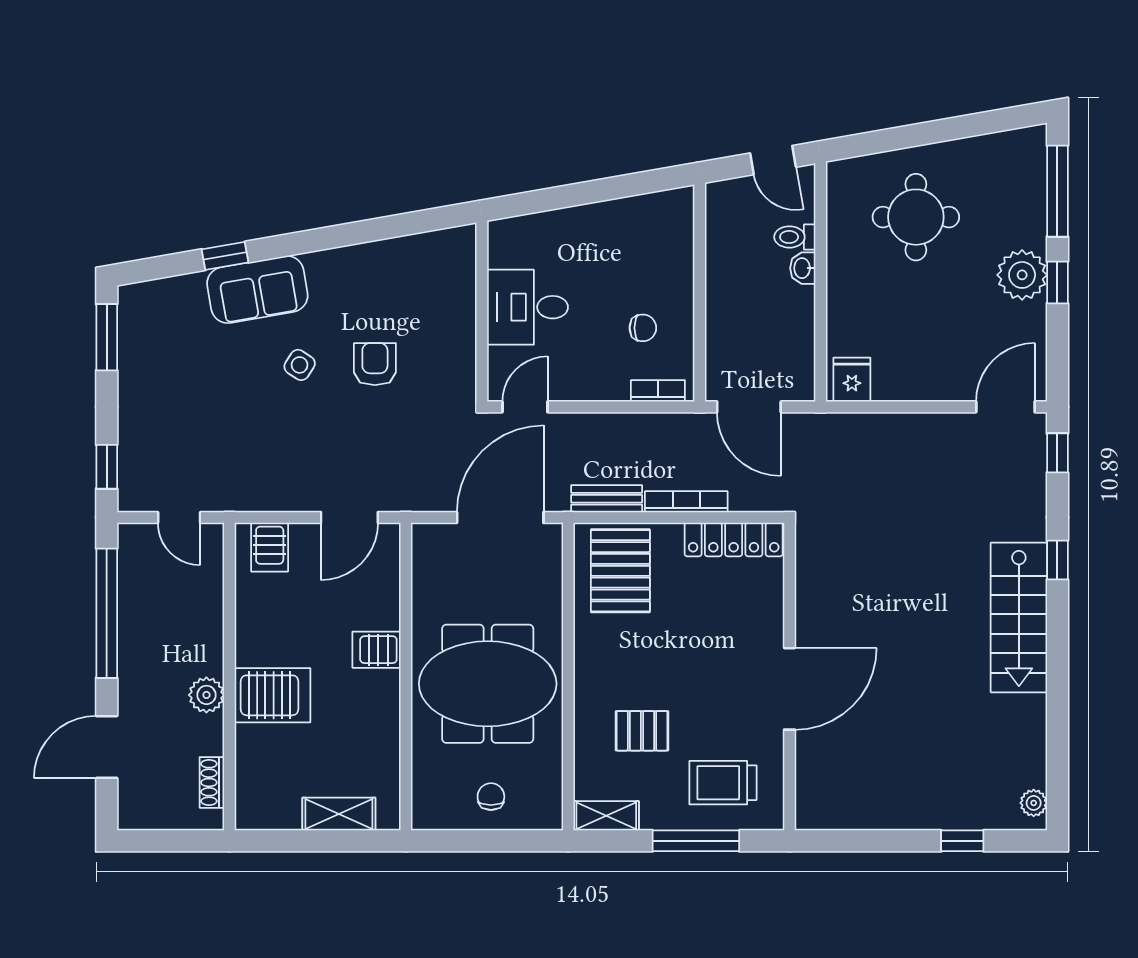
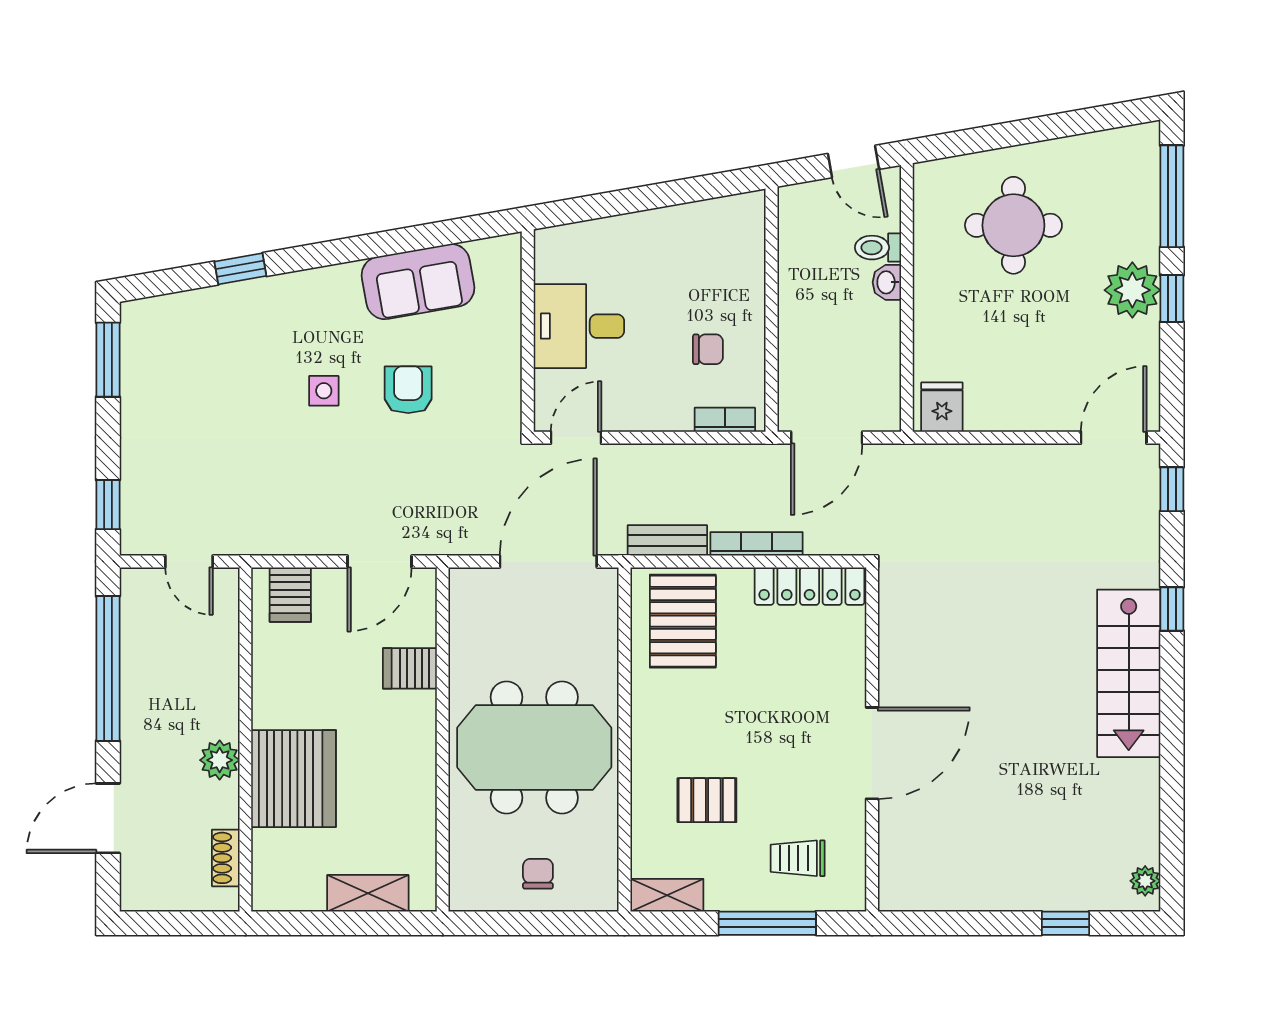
sofa: (257, 290) -> (418, 282), moved
side table: (300, 365) -> (324, 391), turned -33
door: (749, 407) -> (827, 438), hinge flipped
server rack: (377, 650) -> (410, 668), moved
server rack: (273, 695) -> (294, 779), width x1.60
trolley: (723, 783) -> (798, 858), width x0.73, depth x0.72

